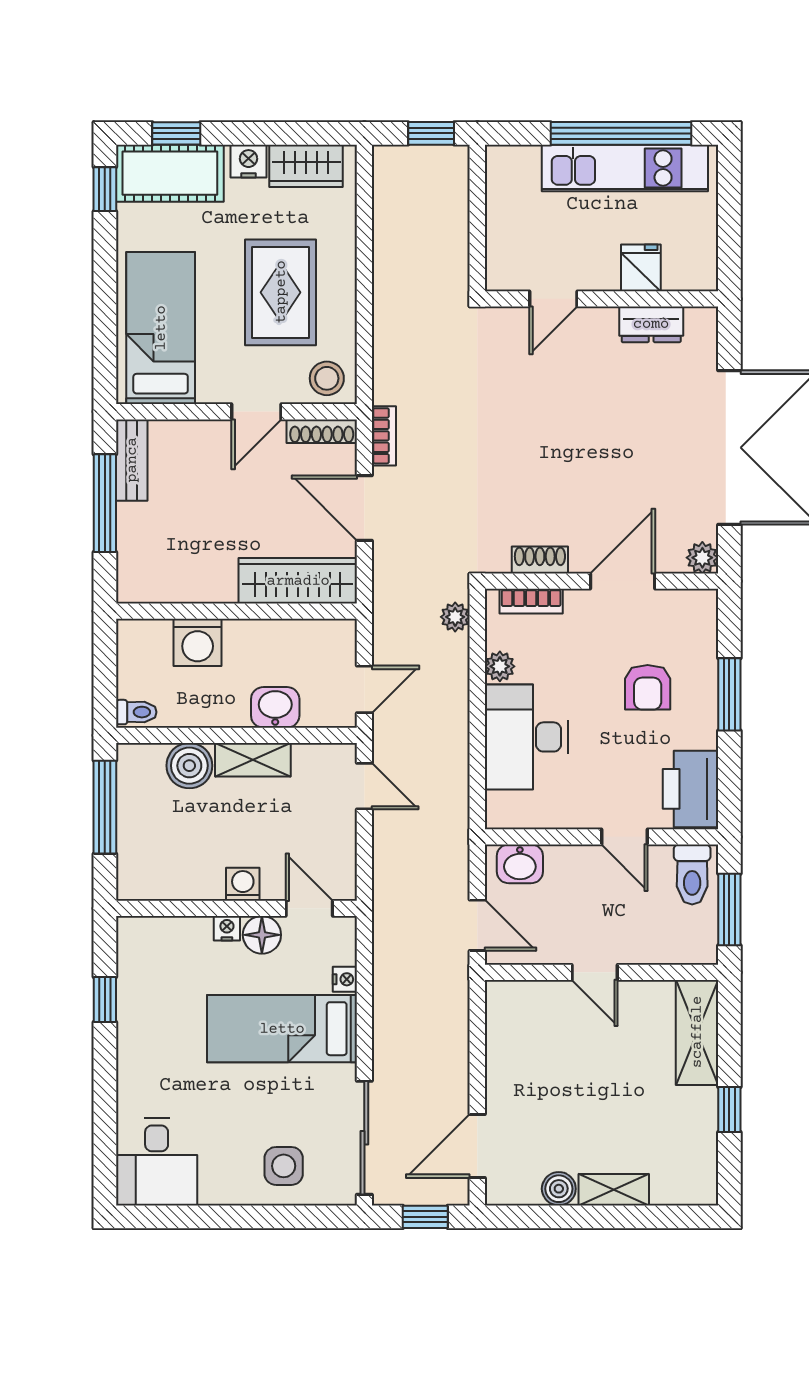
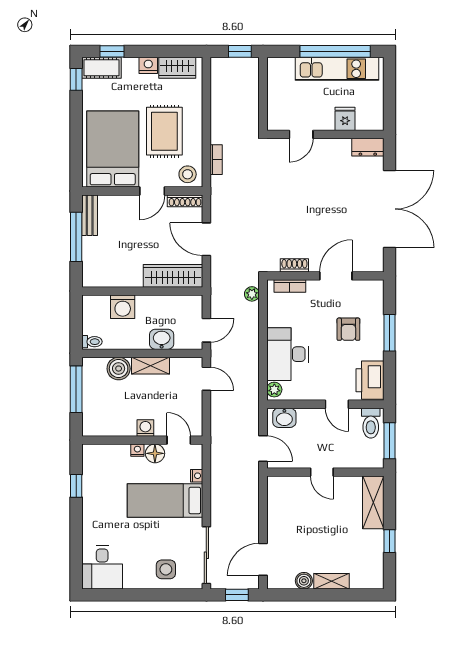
cot: (170, 173) -> (102, 68), width x0.73, depth x0.75
dresser: (651, 324) -> (368, 147), moved
bed: (161, 328) -> (113, 149), width x1.50
bookcase: (384, 436) -> (216, 160), moved
plant: (702, 558) -> (376, 264), removed
plant: (500, 666) -> (274, 390), moved

